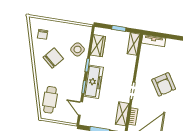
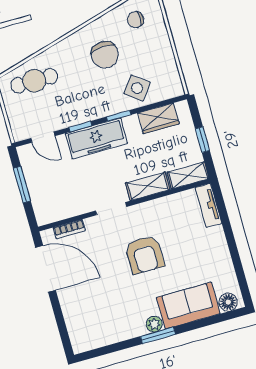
chair: (53, 58) -> (105, 55), turned 46
armchair: (164, 84) -> (145, 255), turned -58
door: (80, 109) -> (43, 137), swing flipped
shelving: (122, 114) -> (148, 186), moved

